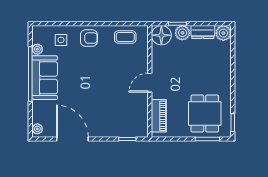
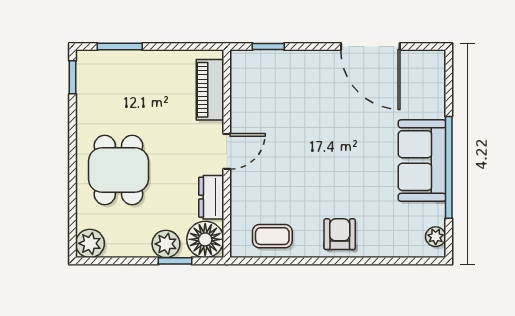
dresser: (203, 32) -> (211, 197), moved, turned -90
armchair: (89, 38) -> (340, 234), turned 90
side table: (61, 40) -> (392, 231), removed
plant: (37, 49) -> (436, 237), moved
dining table: (205, 114) -> (118, 170), moved
plant: (37, 129) -> (436, 66), removed

